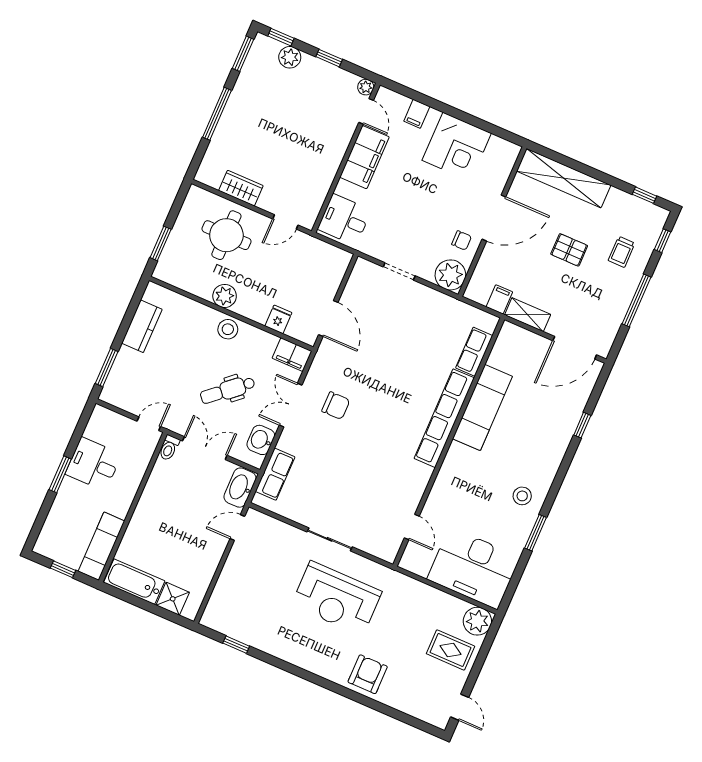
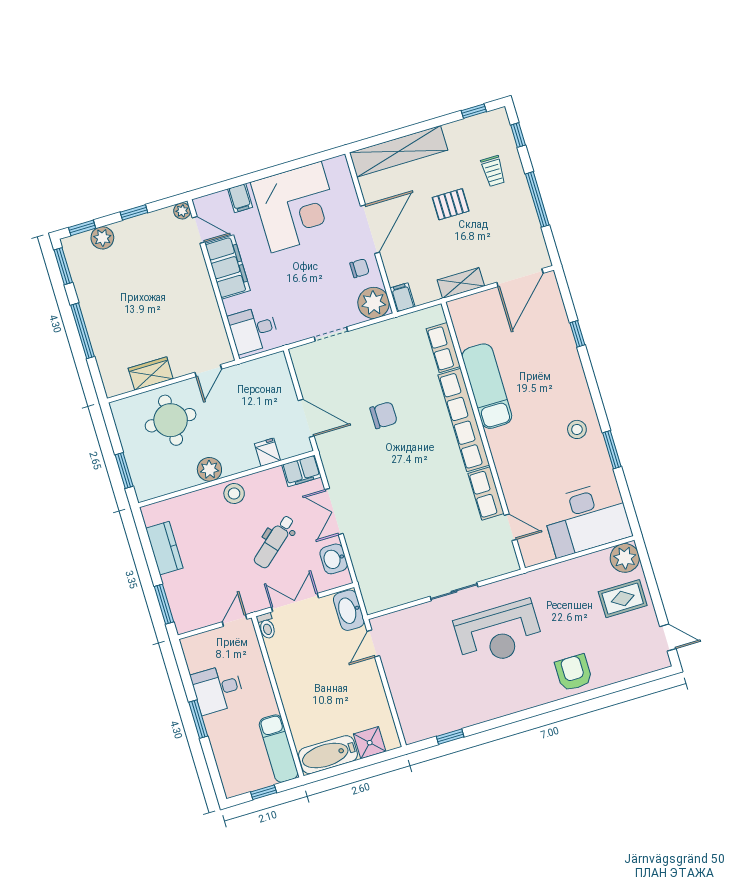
corner desk: (457, 147) -> (296, 207), width x1.36, depth x1.36
filing cabinet: (499, 299) -> (402, 297), moved
chair: (336, 406) -> (384, 415), moved
row of seats: (275, 474) -> (486, 493), moved, turned 180

